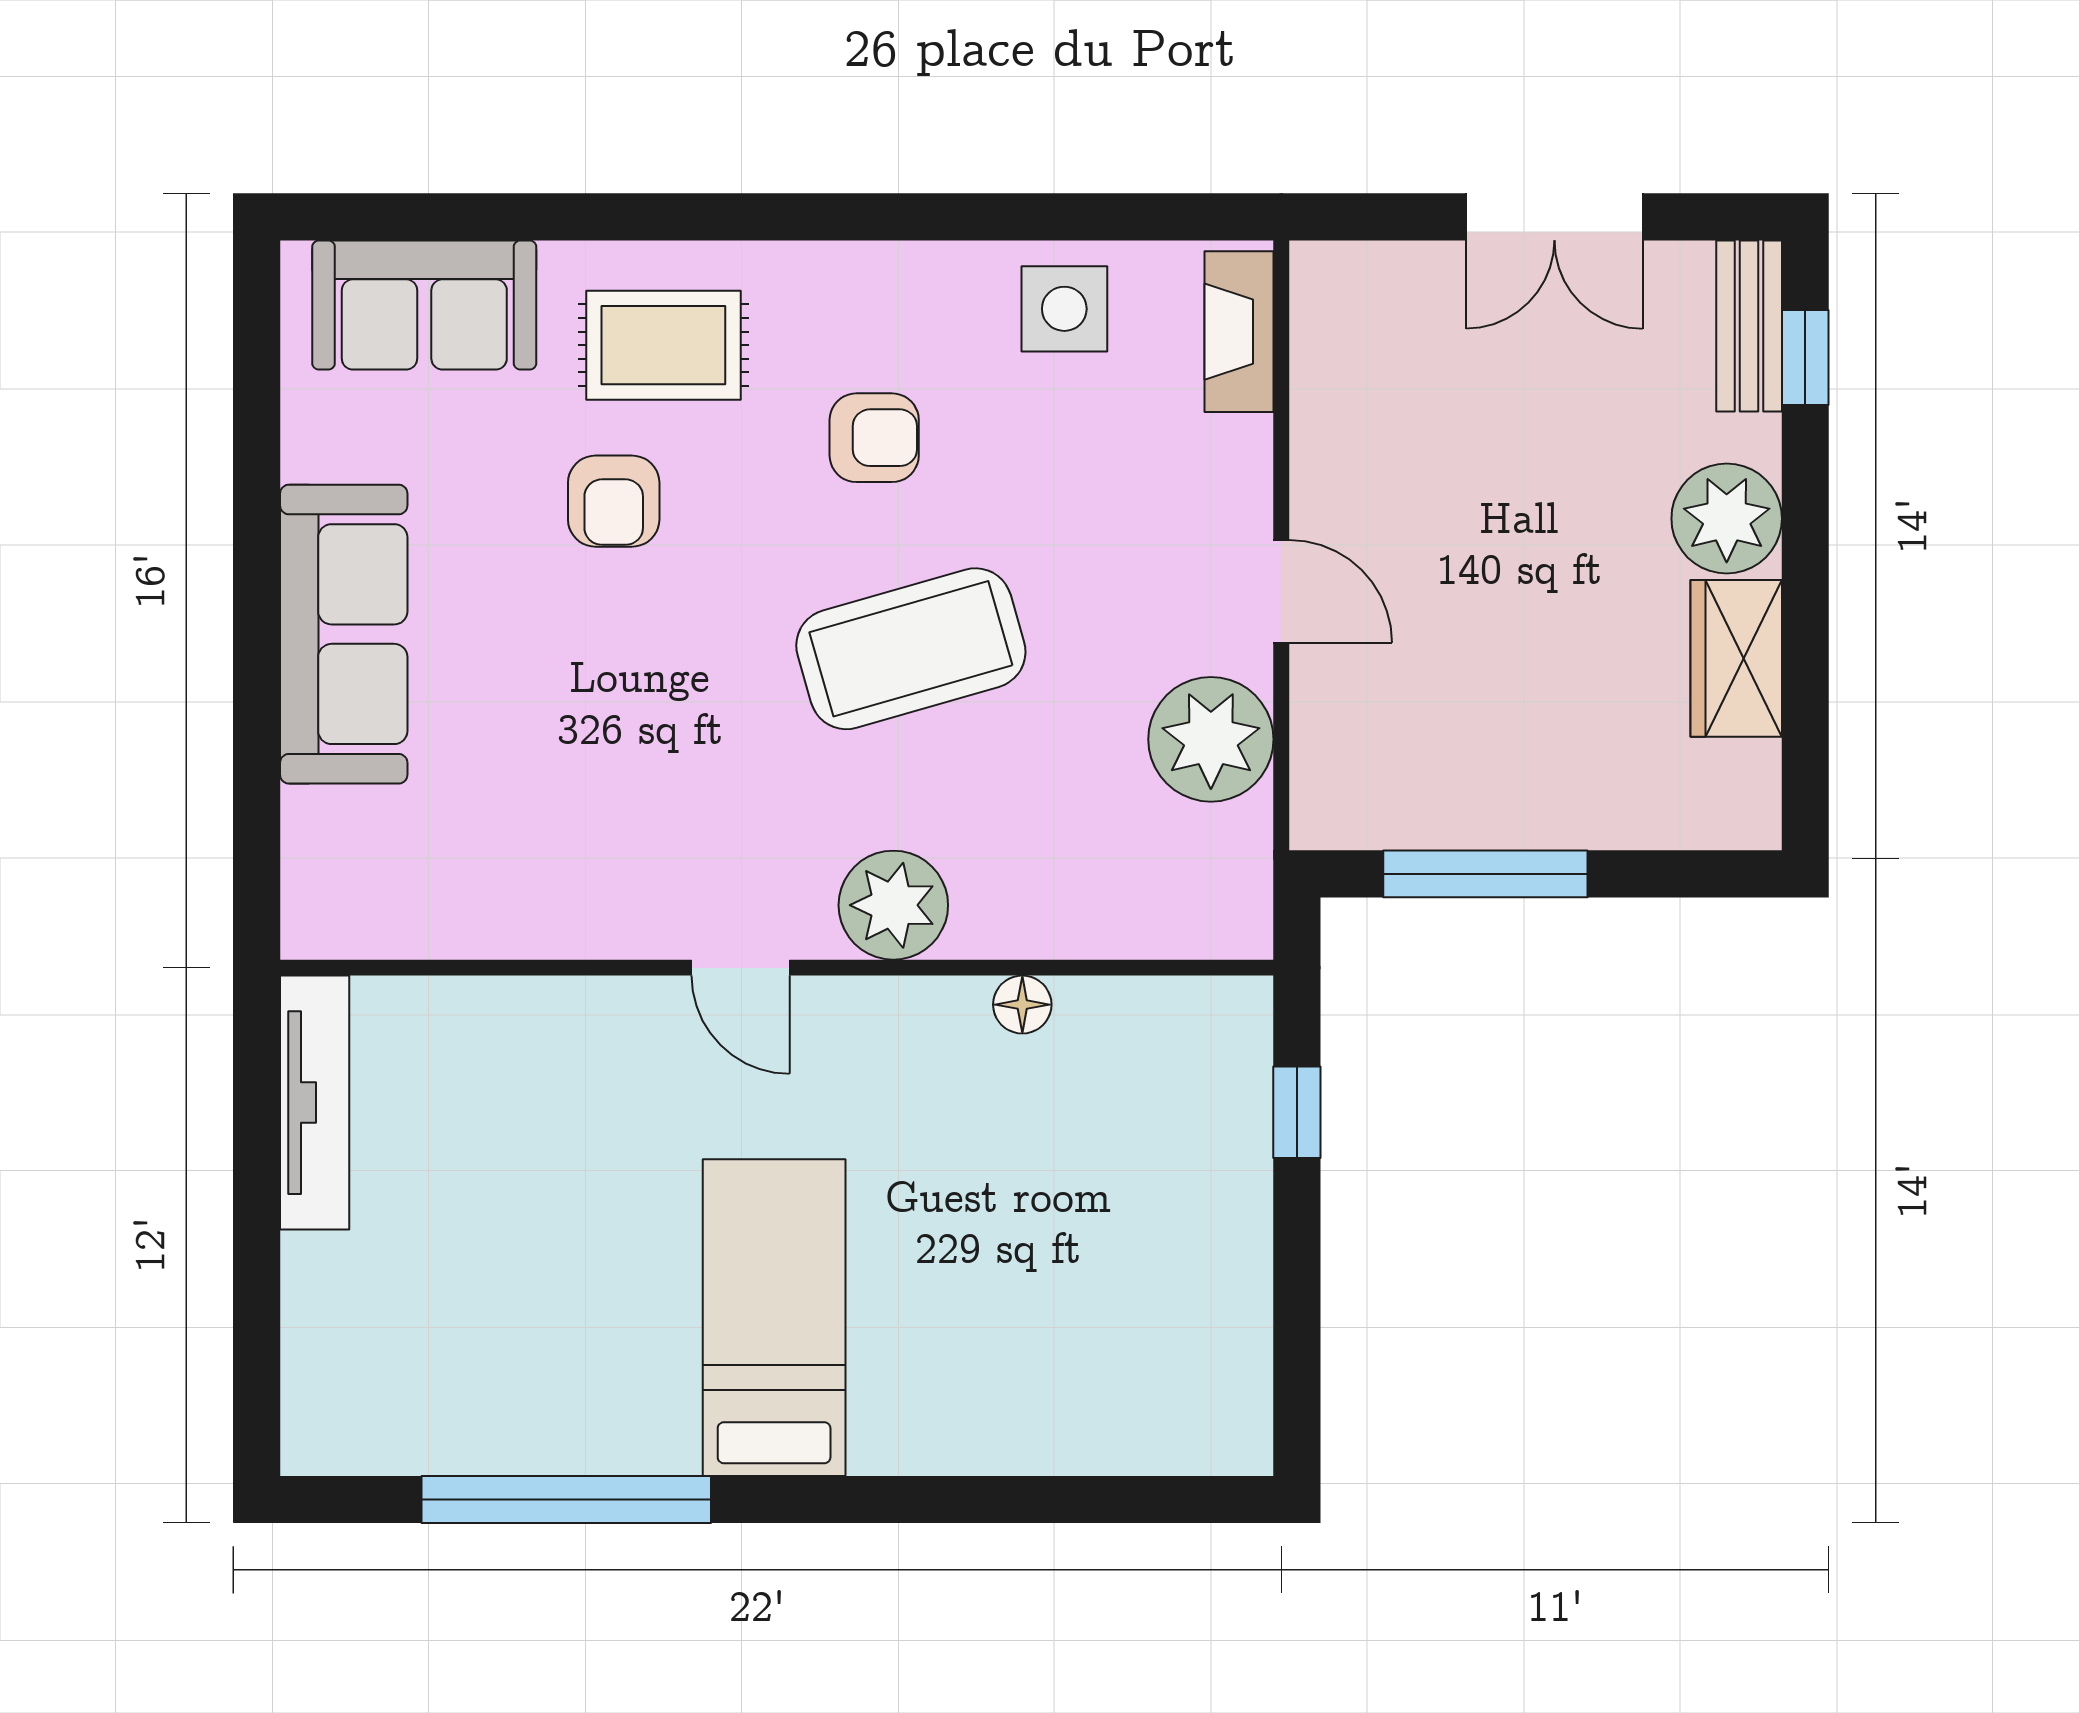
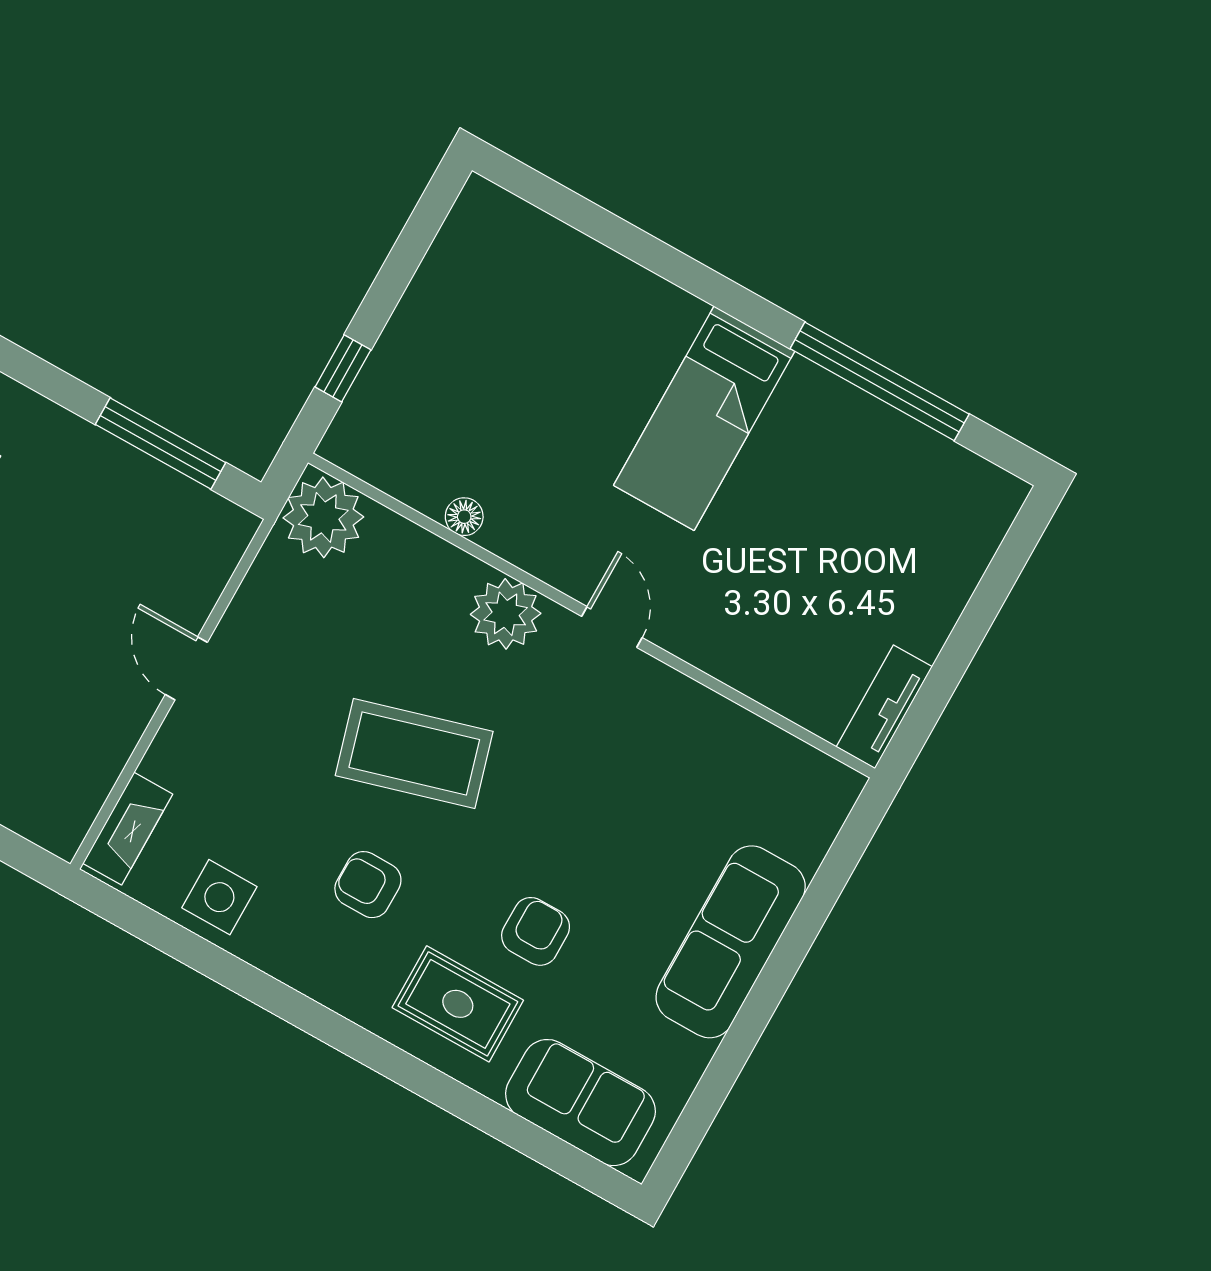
plant: (1211, 739) -> (323, 517), moved
tv unit: (315, 1103) -> (884, 707), width x0.71

